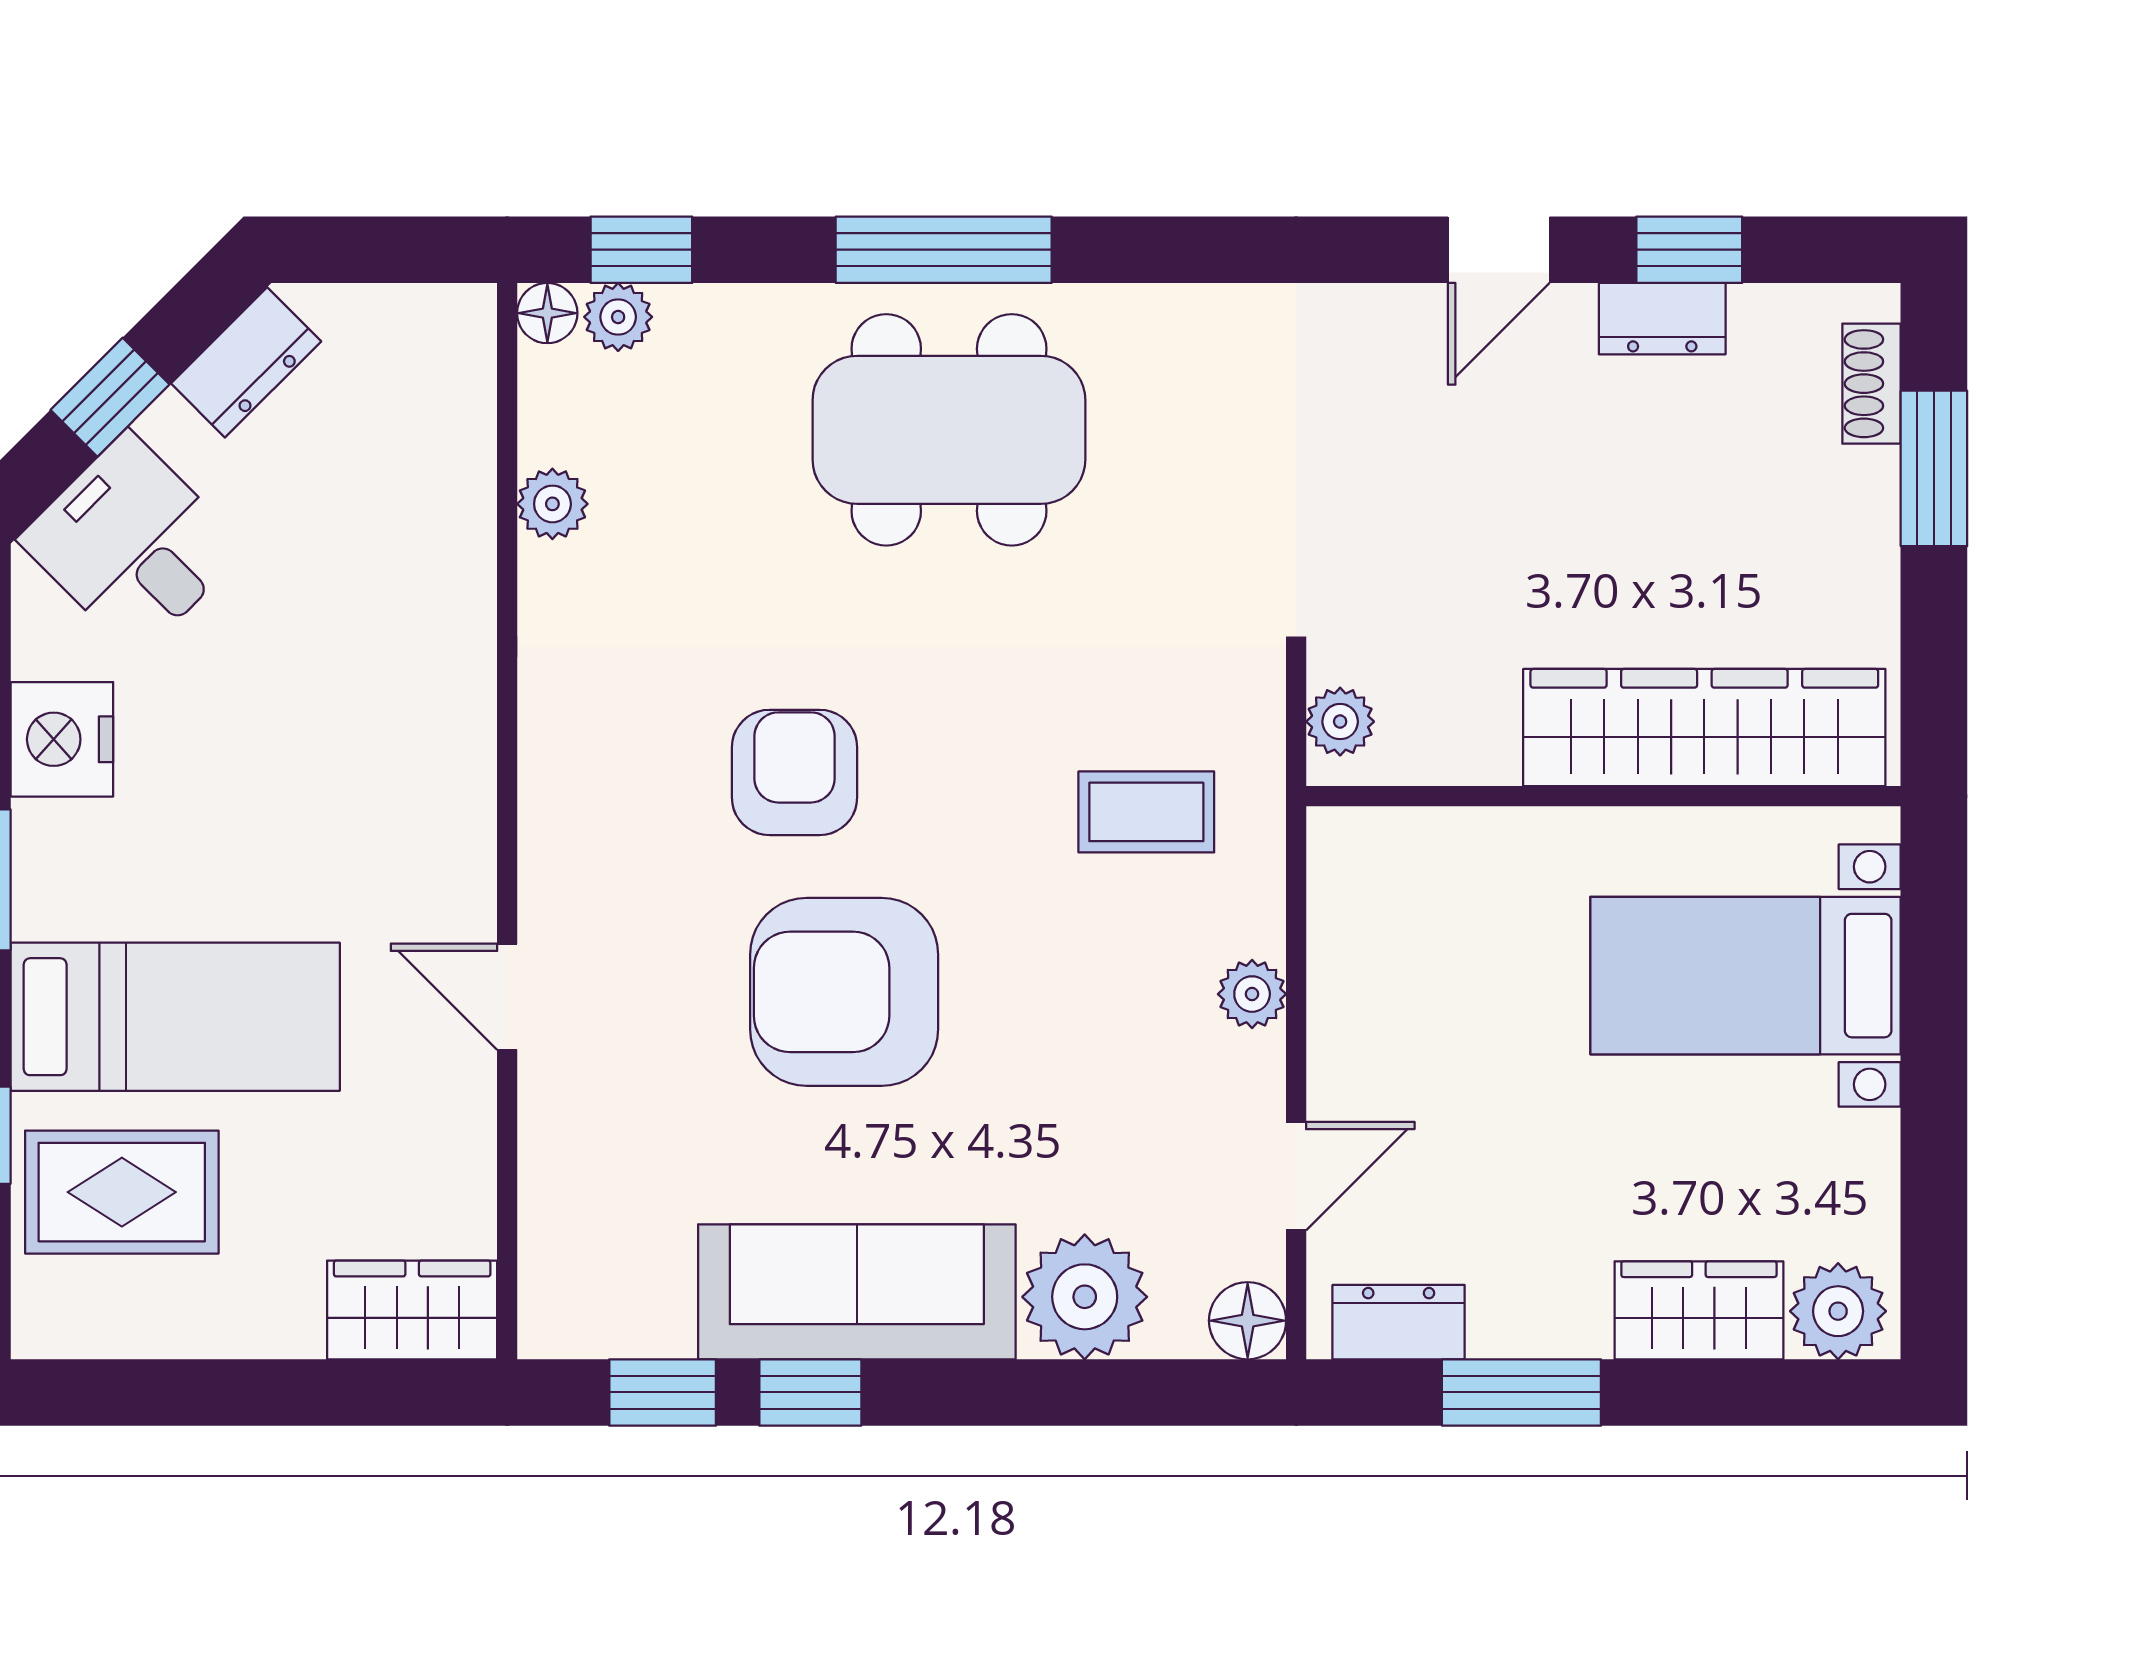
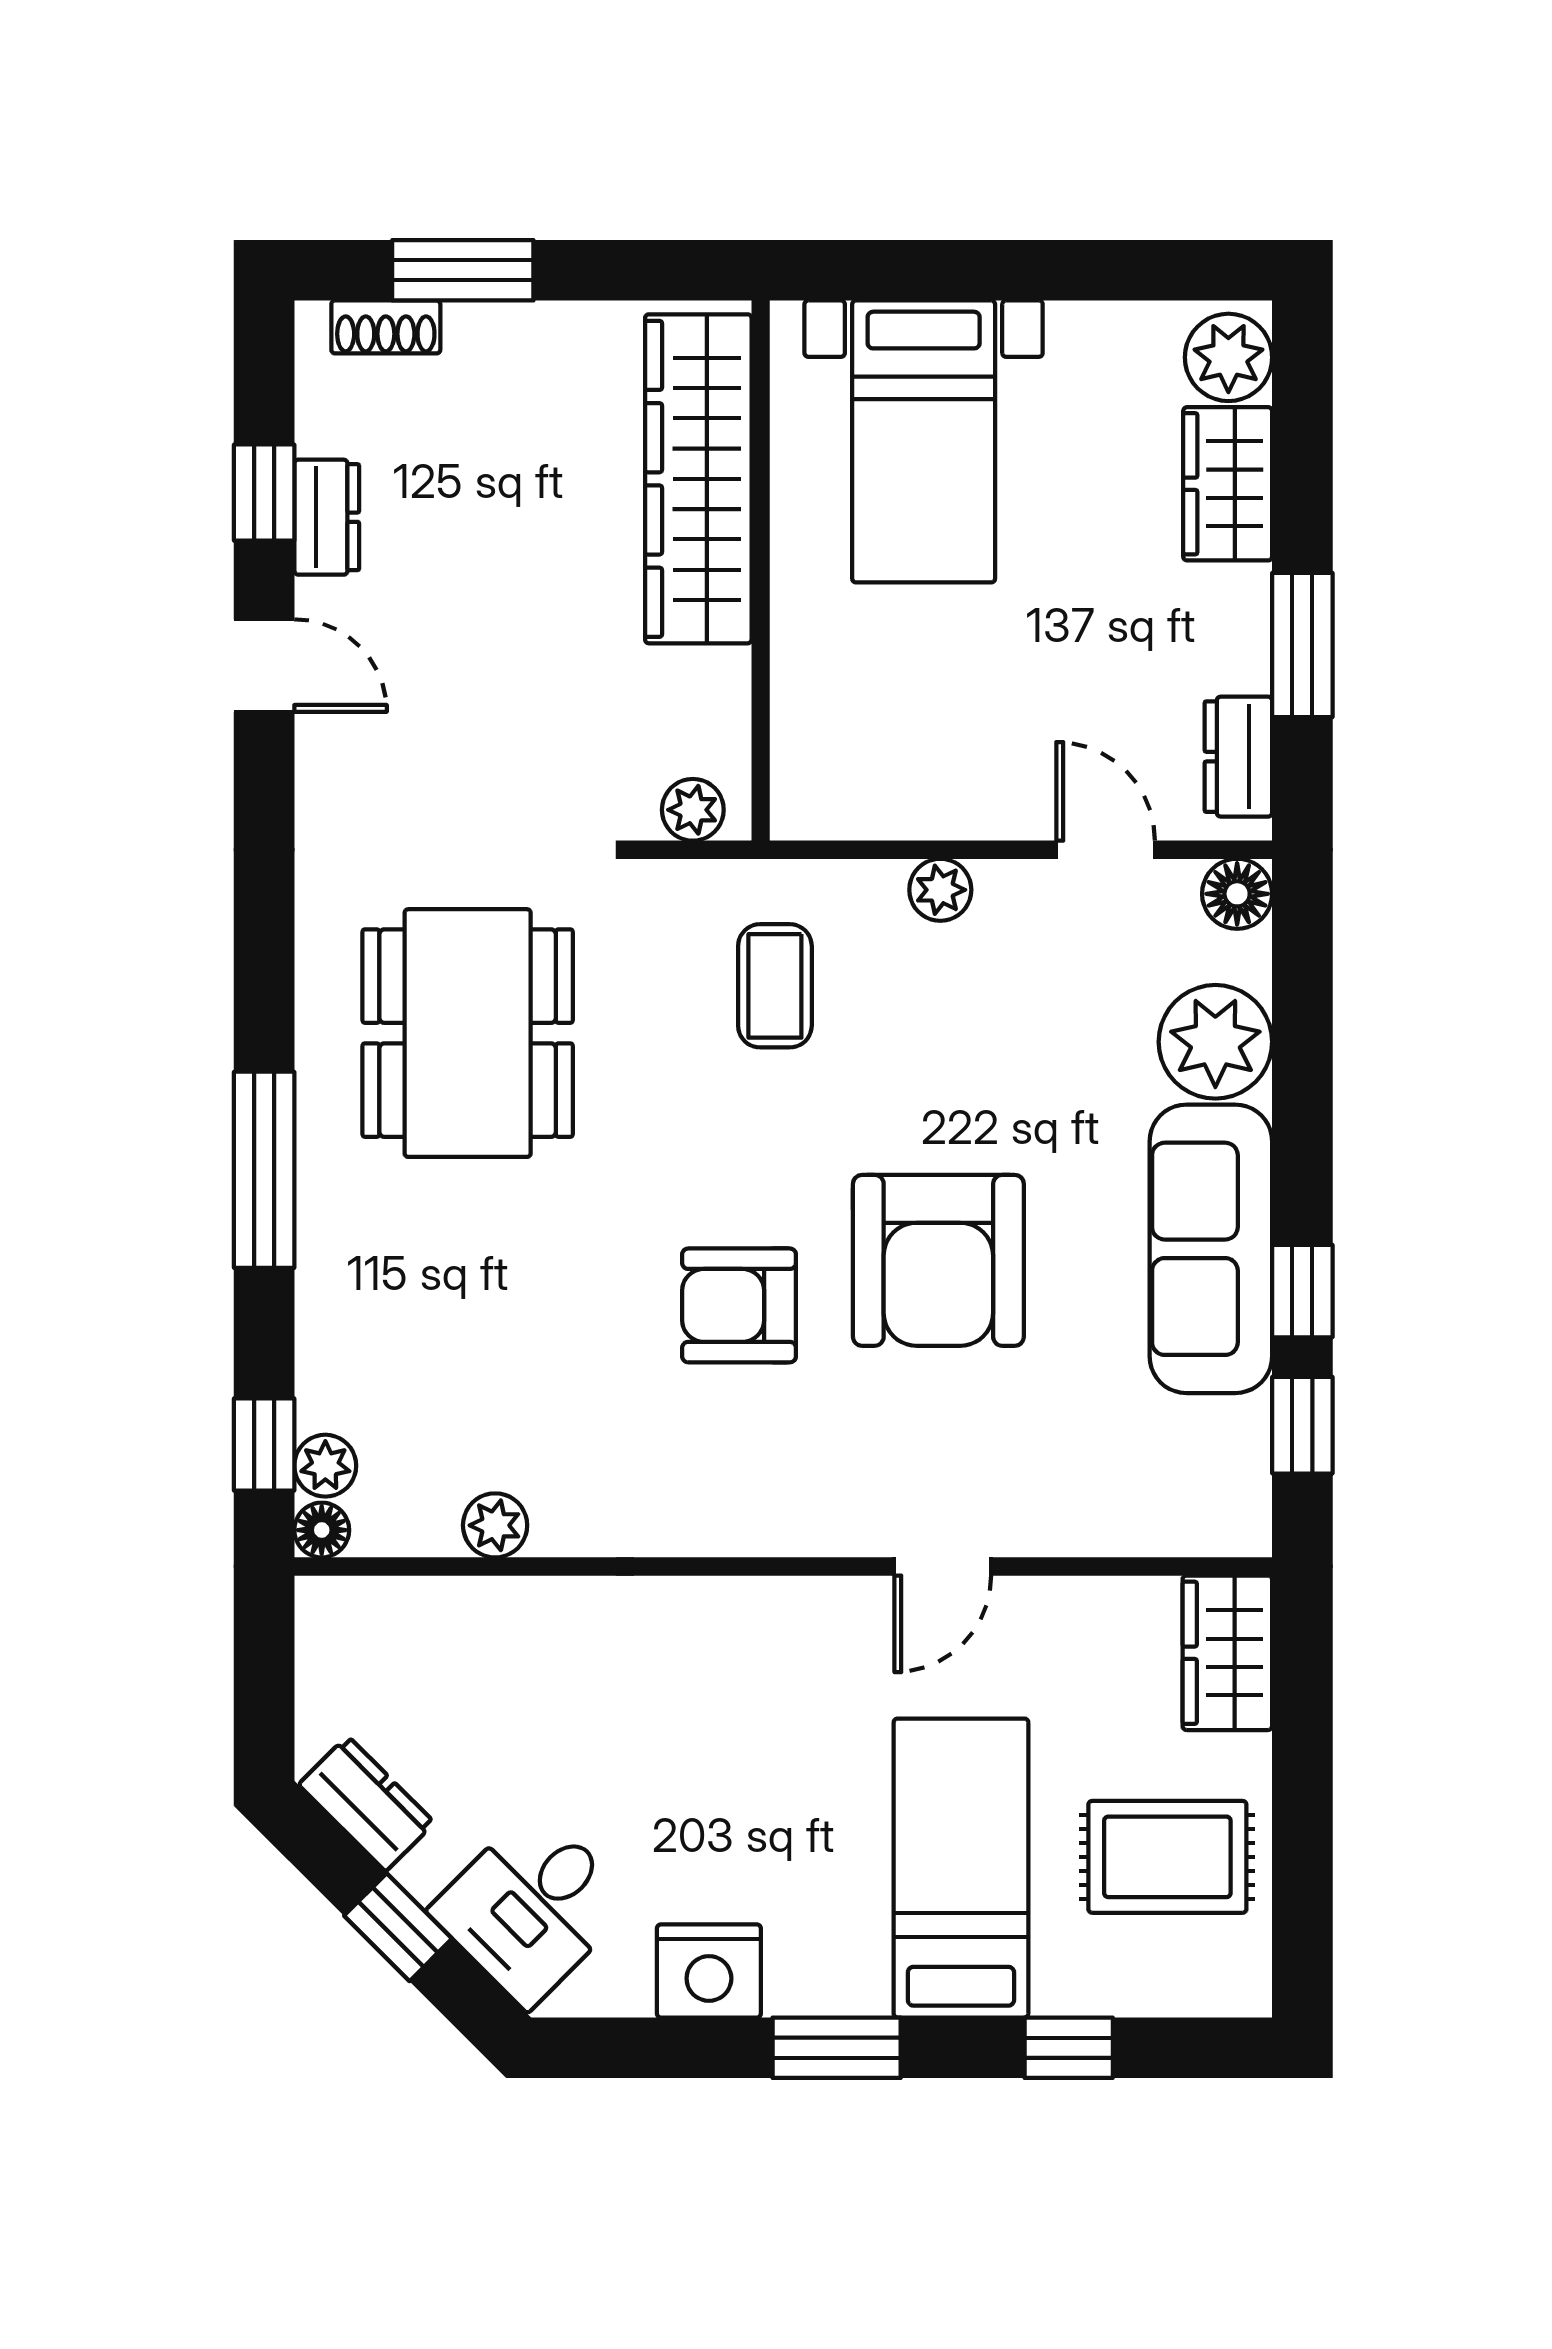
dining table: (949, 430) -> (468, 1033), moved
rug: (122, 1192) -> (1167, 1857), moved, turned 90

